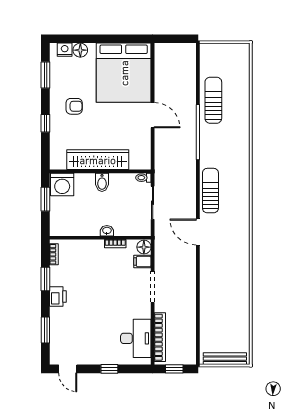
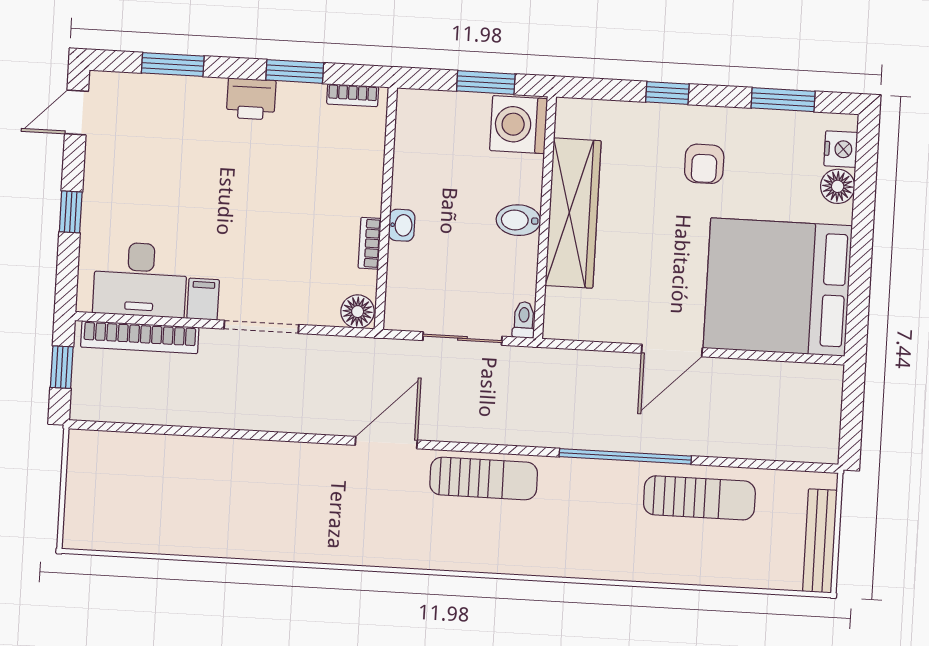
filing cabinet: (142, 262) -> (203, 299), moved
bench: (225, 359) -> (820, 541), moved

